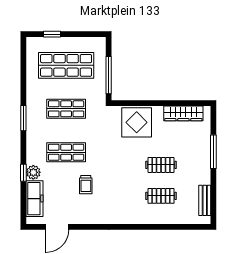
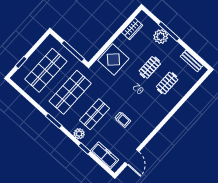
shop shelf: (66, 109) -> (70, 92), width x1.43, depth x1.36
wardrobe: (183, 113) -> (132, 29), width x0.67
plant: (201, 148) -> (161, 37), added
plant: (33, 172) -> (79, 134), moved

